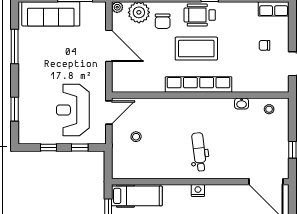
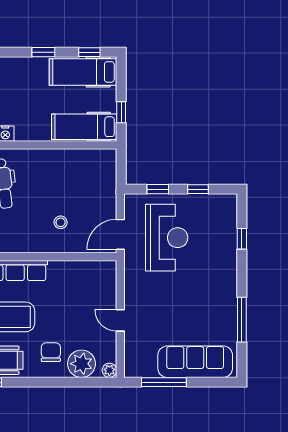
door: (109, 46) -> (120, 320), width x0.53
window: (15, 109) -> (242, 239), width x0.67
stool: (136, 137) -> (61, 222), moved

